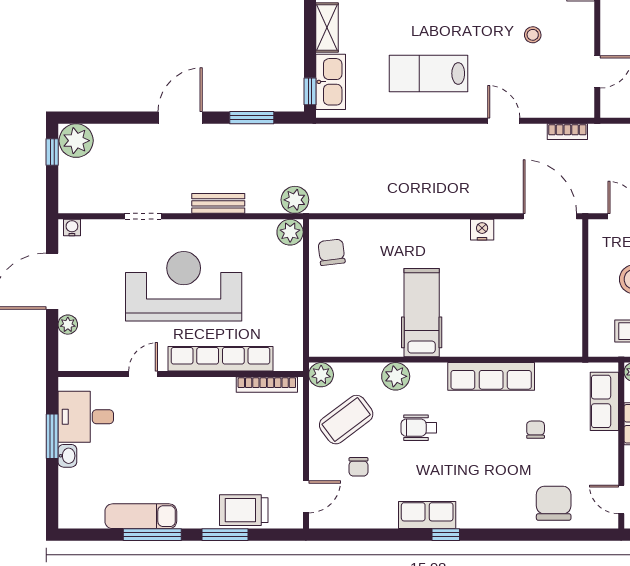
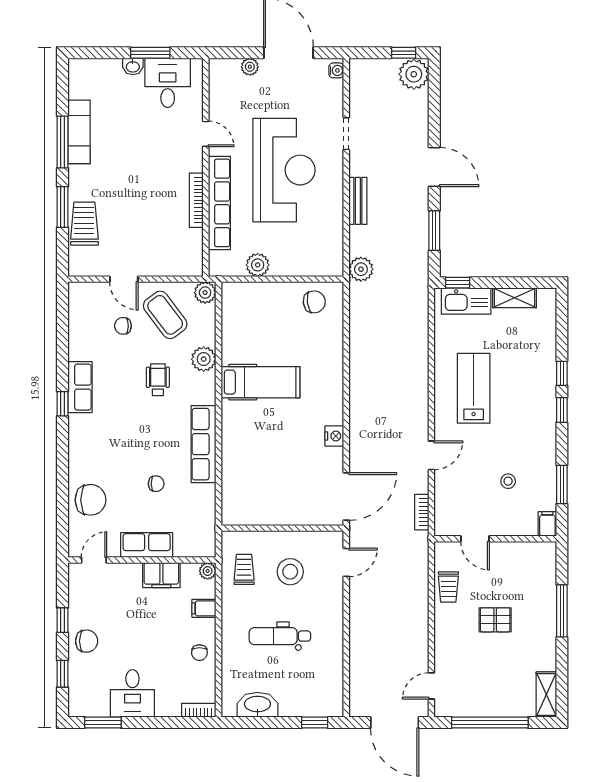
plant: (290, 232) -> (258, 265), moved
bookcase: (267, 385) -> (196, 200), moved
row of seats: (604, 401) -> (147, 545), moved
door: (306, 497) -> (124, 279), moved

